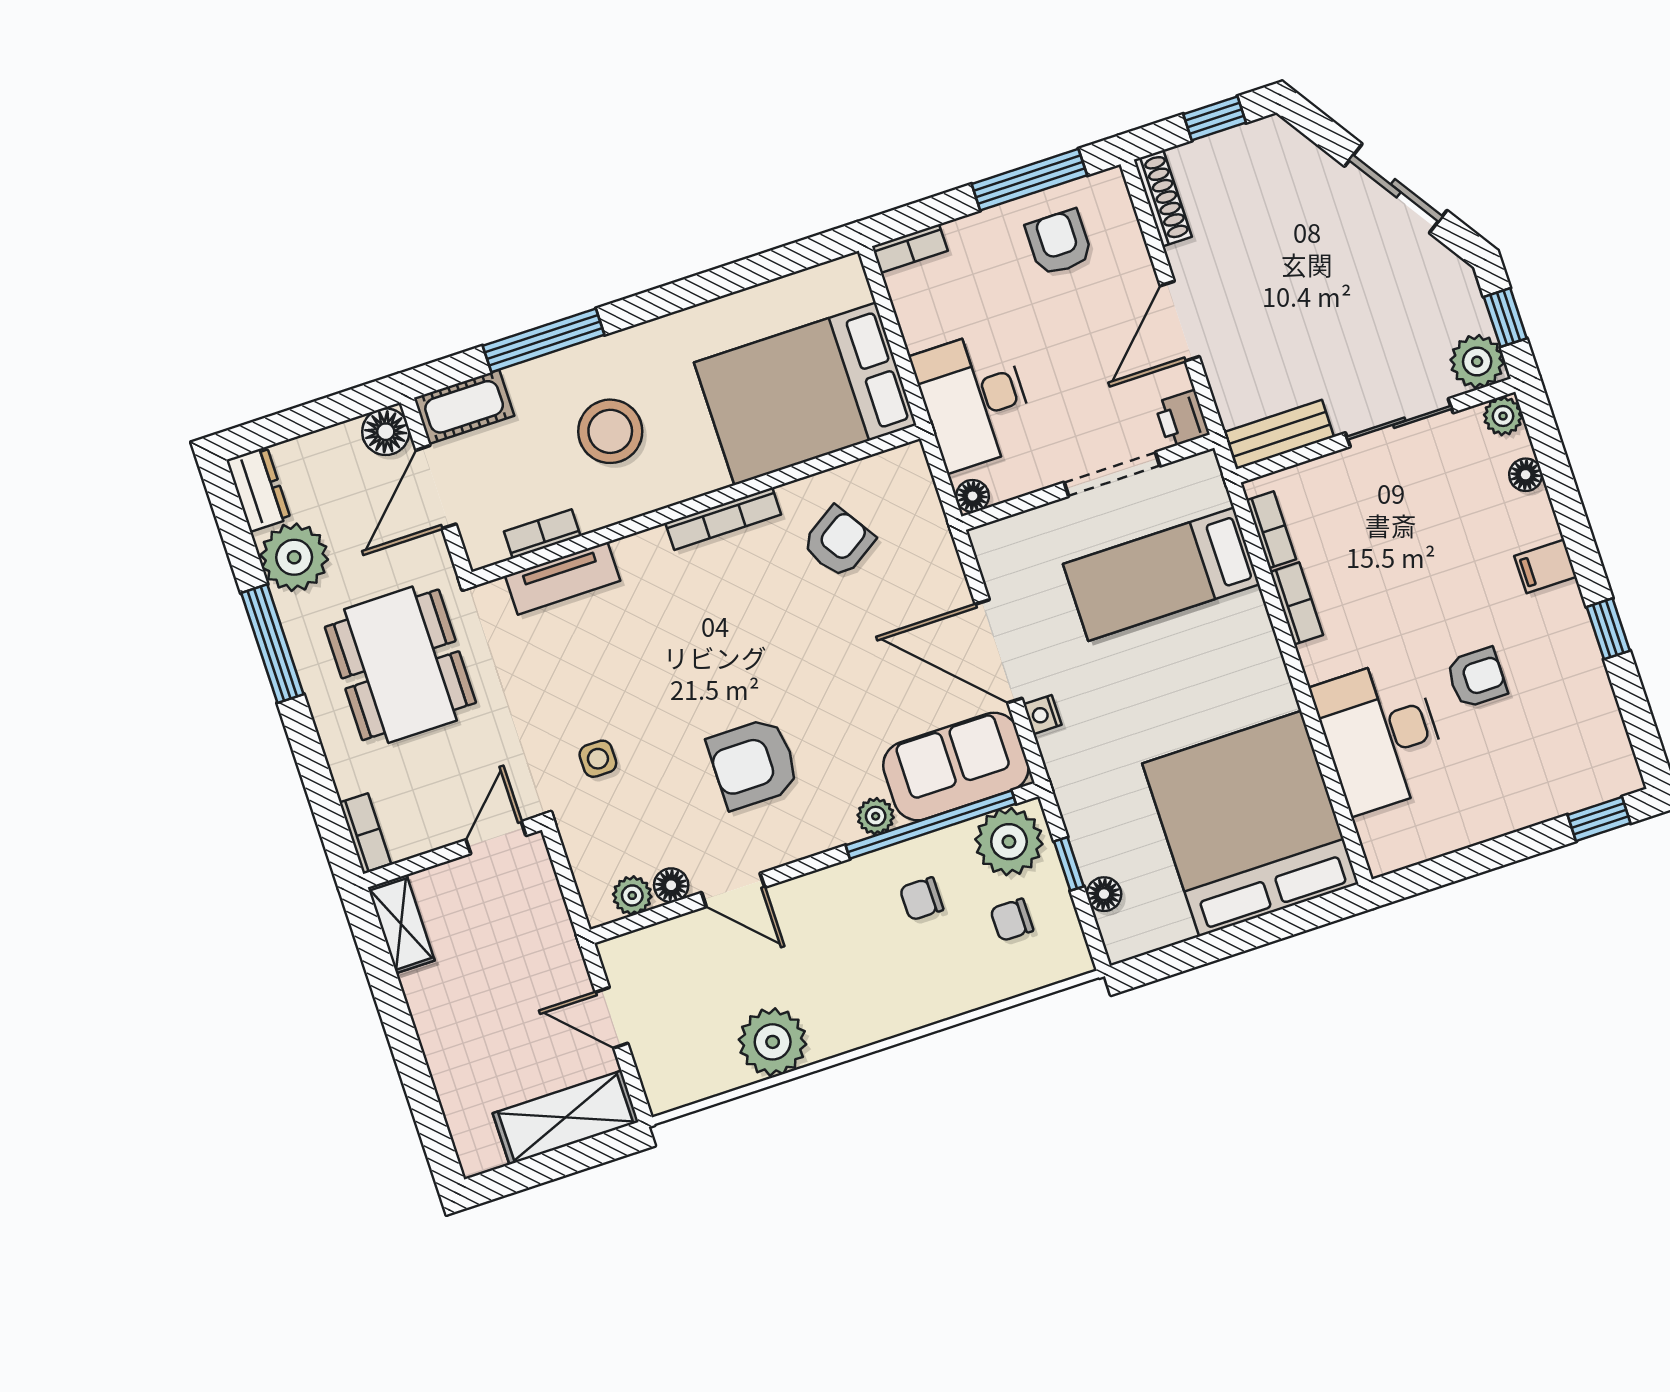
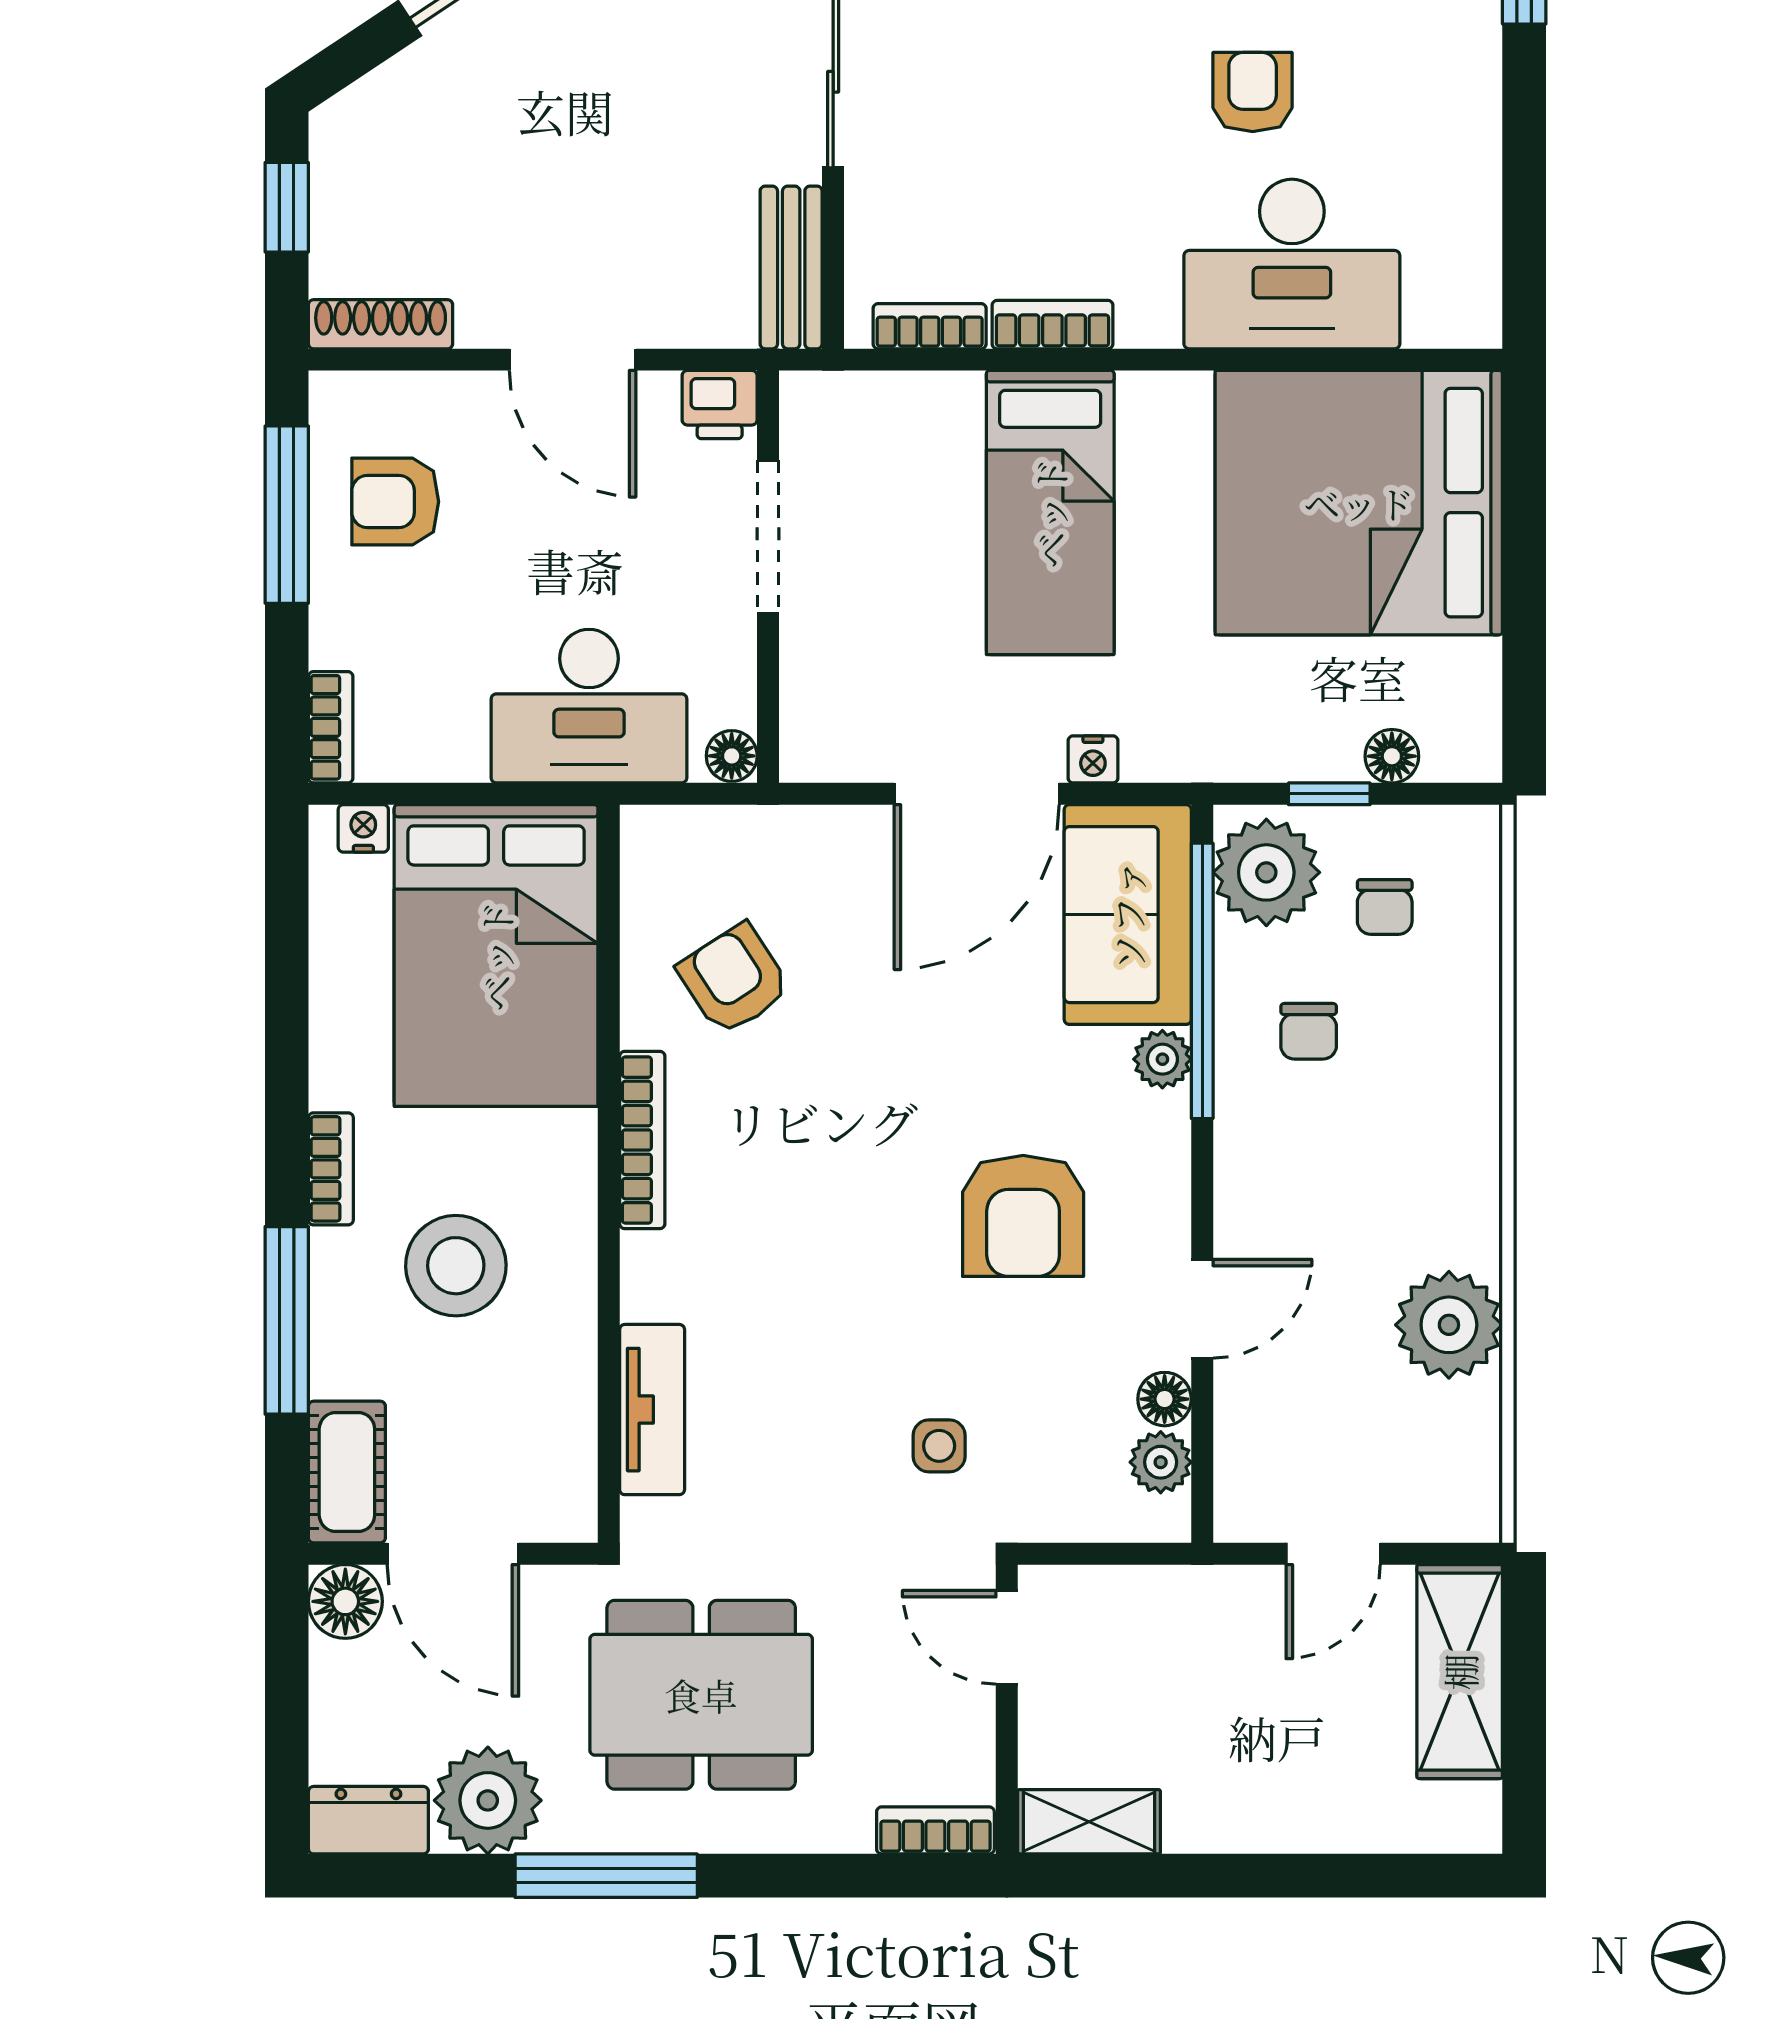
nightstand: (855, 288) -> (363, 828), added
bookcase: (542, 534) -> (331, 1169), moved, turned 180
bed: (1161, 574) -> (1050, 513), moved

